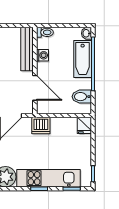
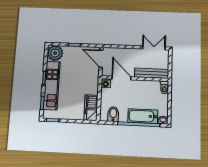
washing machine: (42, 55) -> (106, 83), moved
door: (35, 88) -> (121, 78), swing flipped
dishwasher: (41, 126) -> (91, 102), moved

